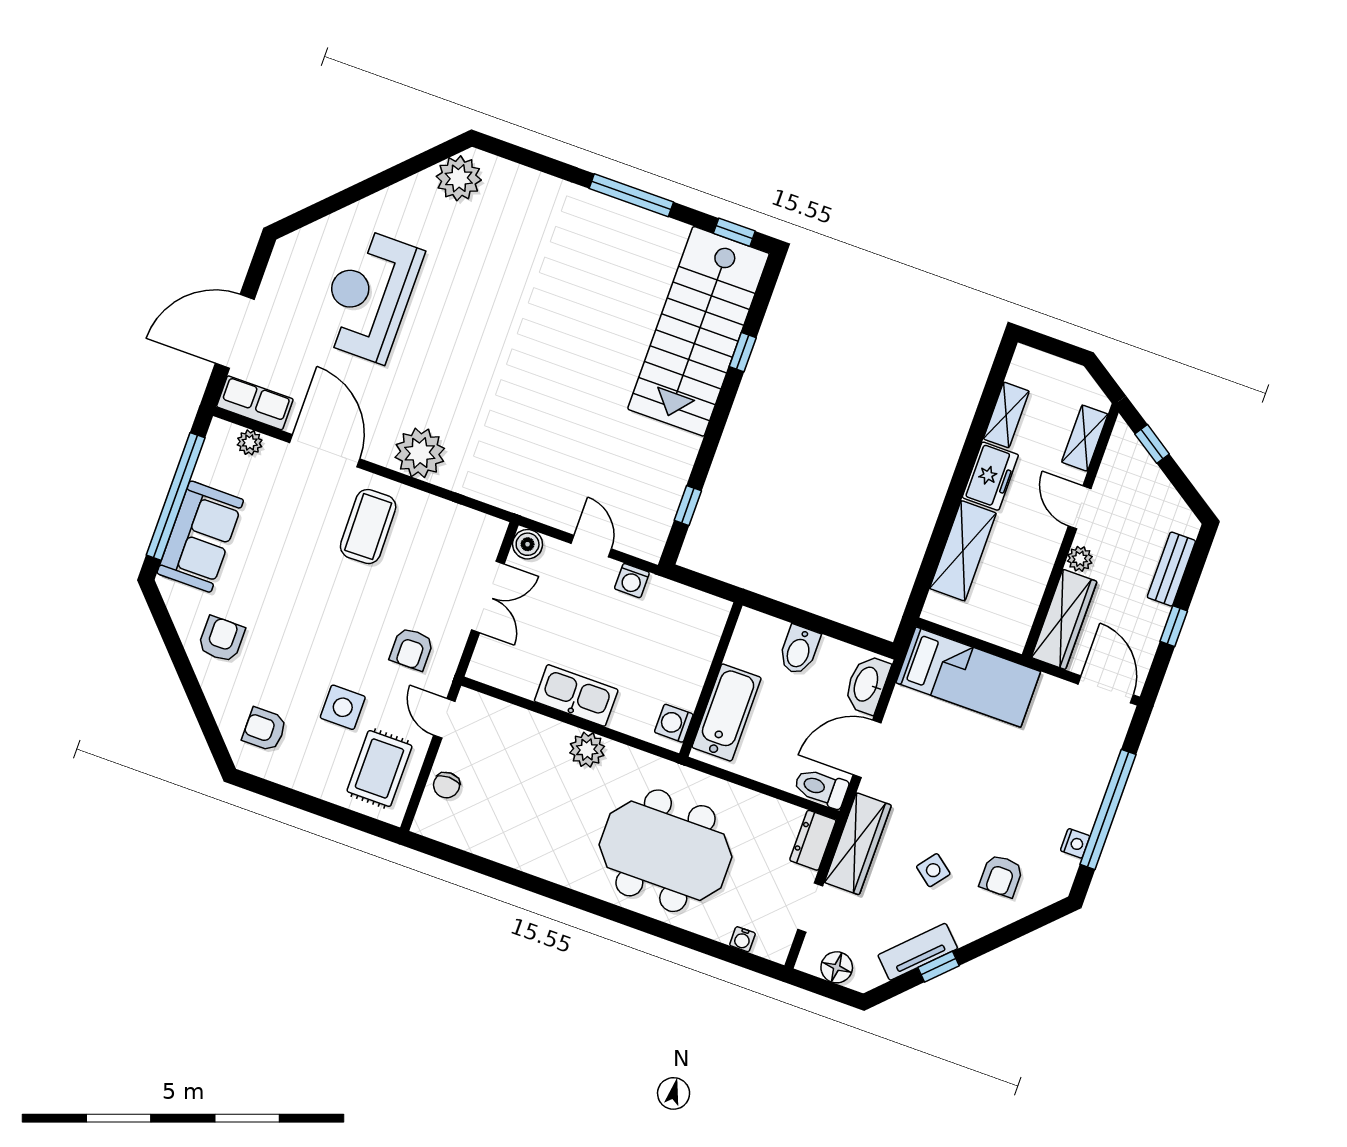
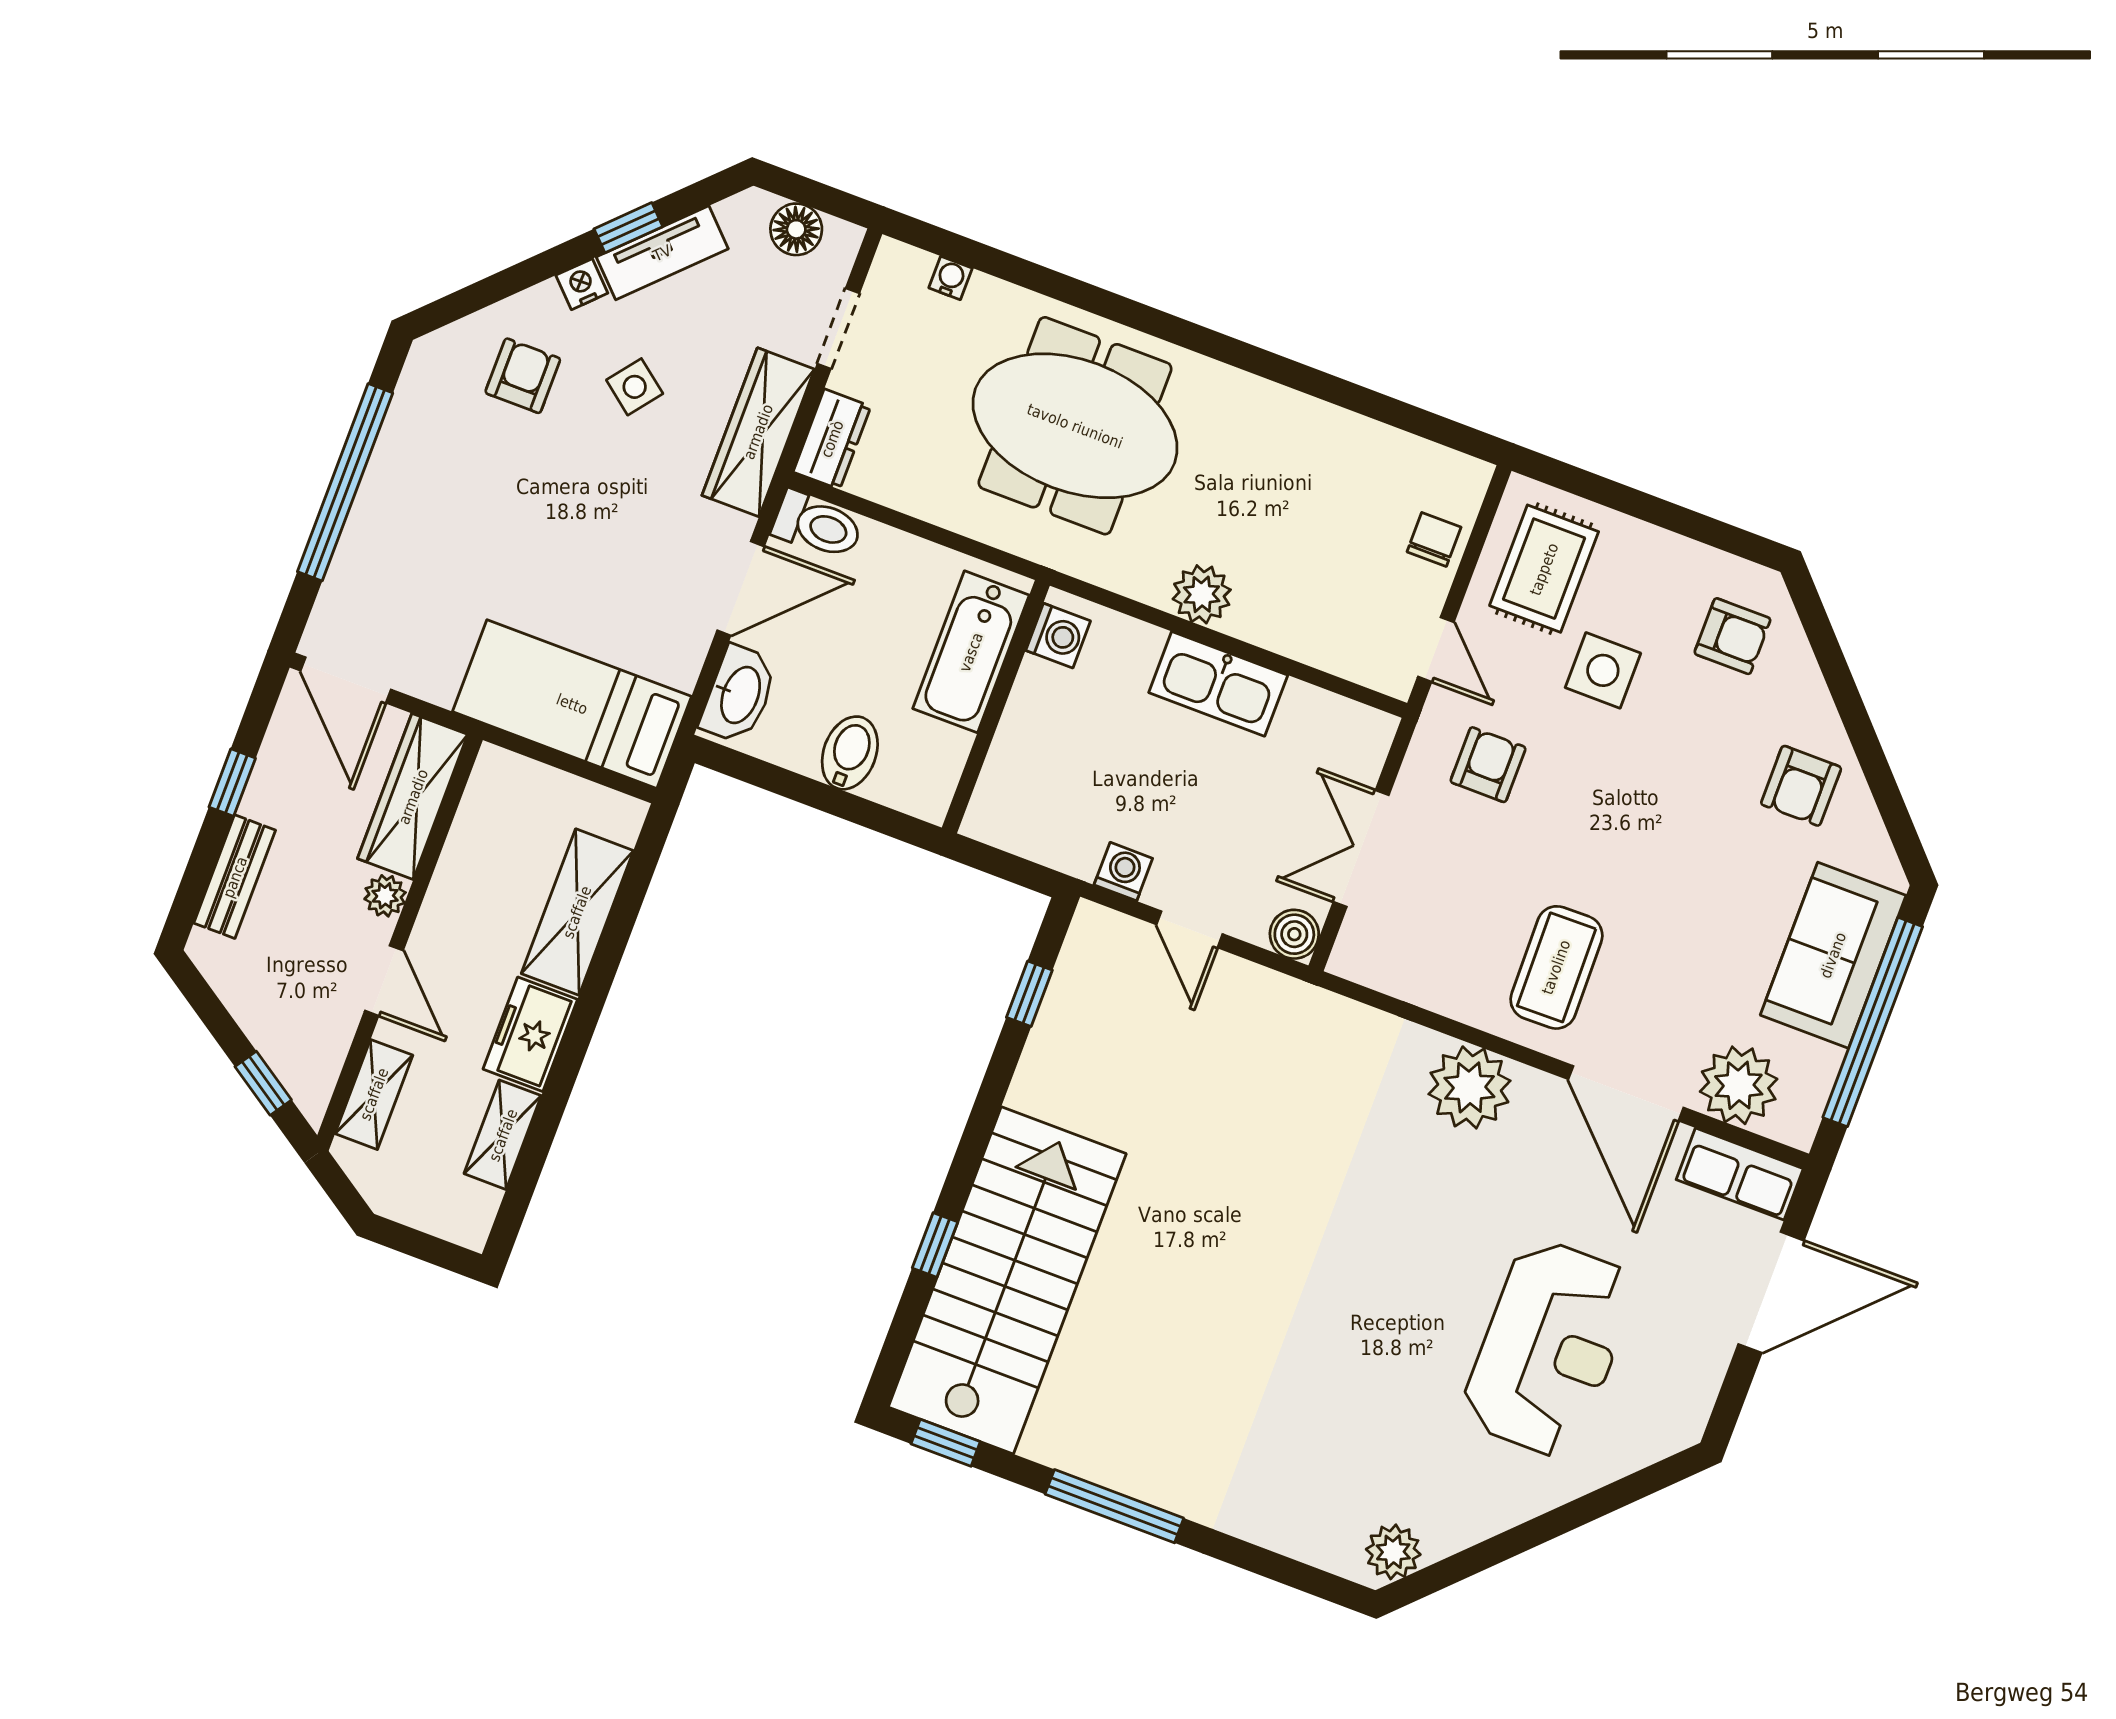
plant: (459, 178) -> (1393, 1552), width x0.73, depth x0.73
plant: (250, 442) -> (1739, 1085), width x1.87, depth x1.87
nightstand: (1075, 843) -> (582, 284), moved, turned 45

